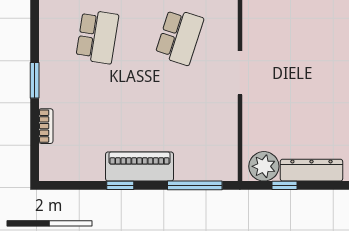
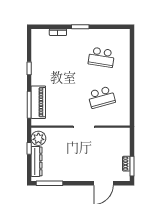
school desk: (179, 37) -> (101, 97), turned -33
piano: (140, 167) -> (38, 102), moved

